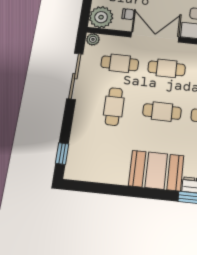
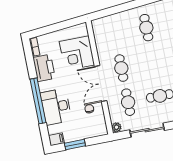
plant: (101, 17) -> (98, 127), removed
cafe table: (162, 112) -> (153, 62), removed

